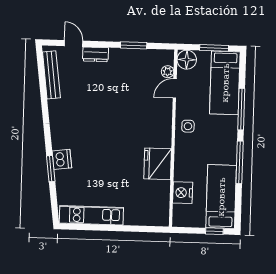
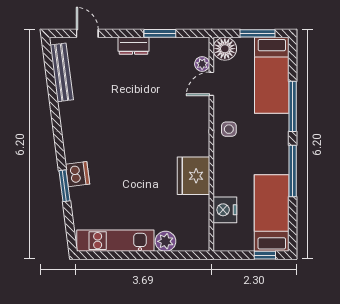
dresser: (96, 54) -> (134, 46), moved
plant: (133, 217) -> (165, 241), added

